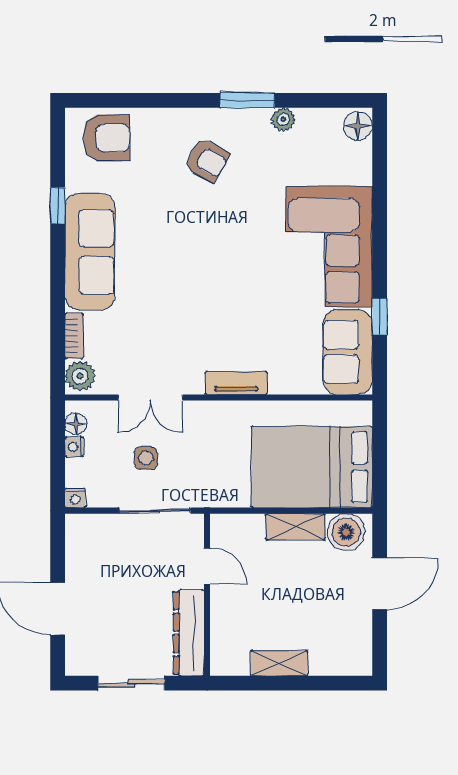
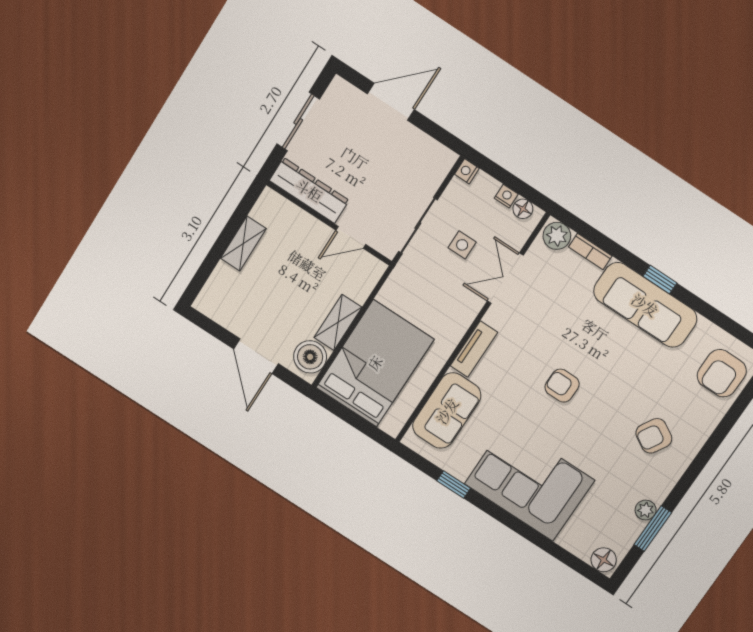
window: (247, 100) -> (653, 529), moved
window: (58, 206) -> (660, 280), moved
armchair: (216, 278) -> (562, 386), added
sofa: (348, 352) -> (447, 411), moved, turned 90

